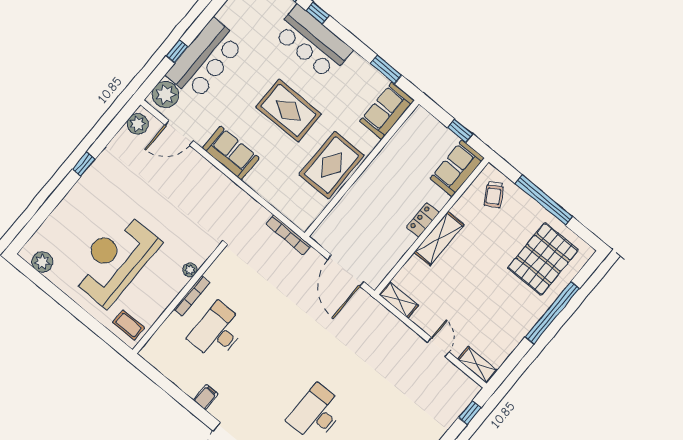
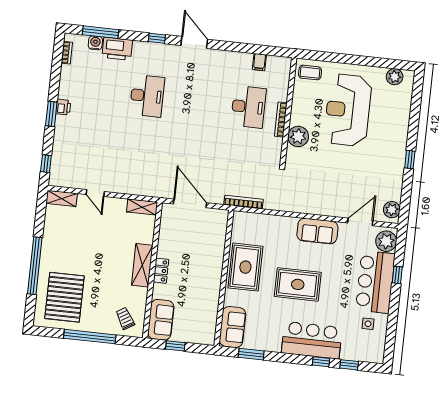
side table: (242, 20) -> (368, 324), added
reception desk: (115, 259) -> (348, 110), turned 180
plant: (190, 270) -> (298, 136), width x1.88, depth x1.88
filing cabinet: (206, 397) -> (259, 62), moved

